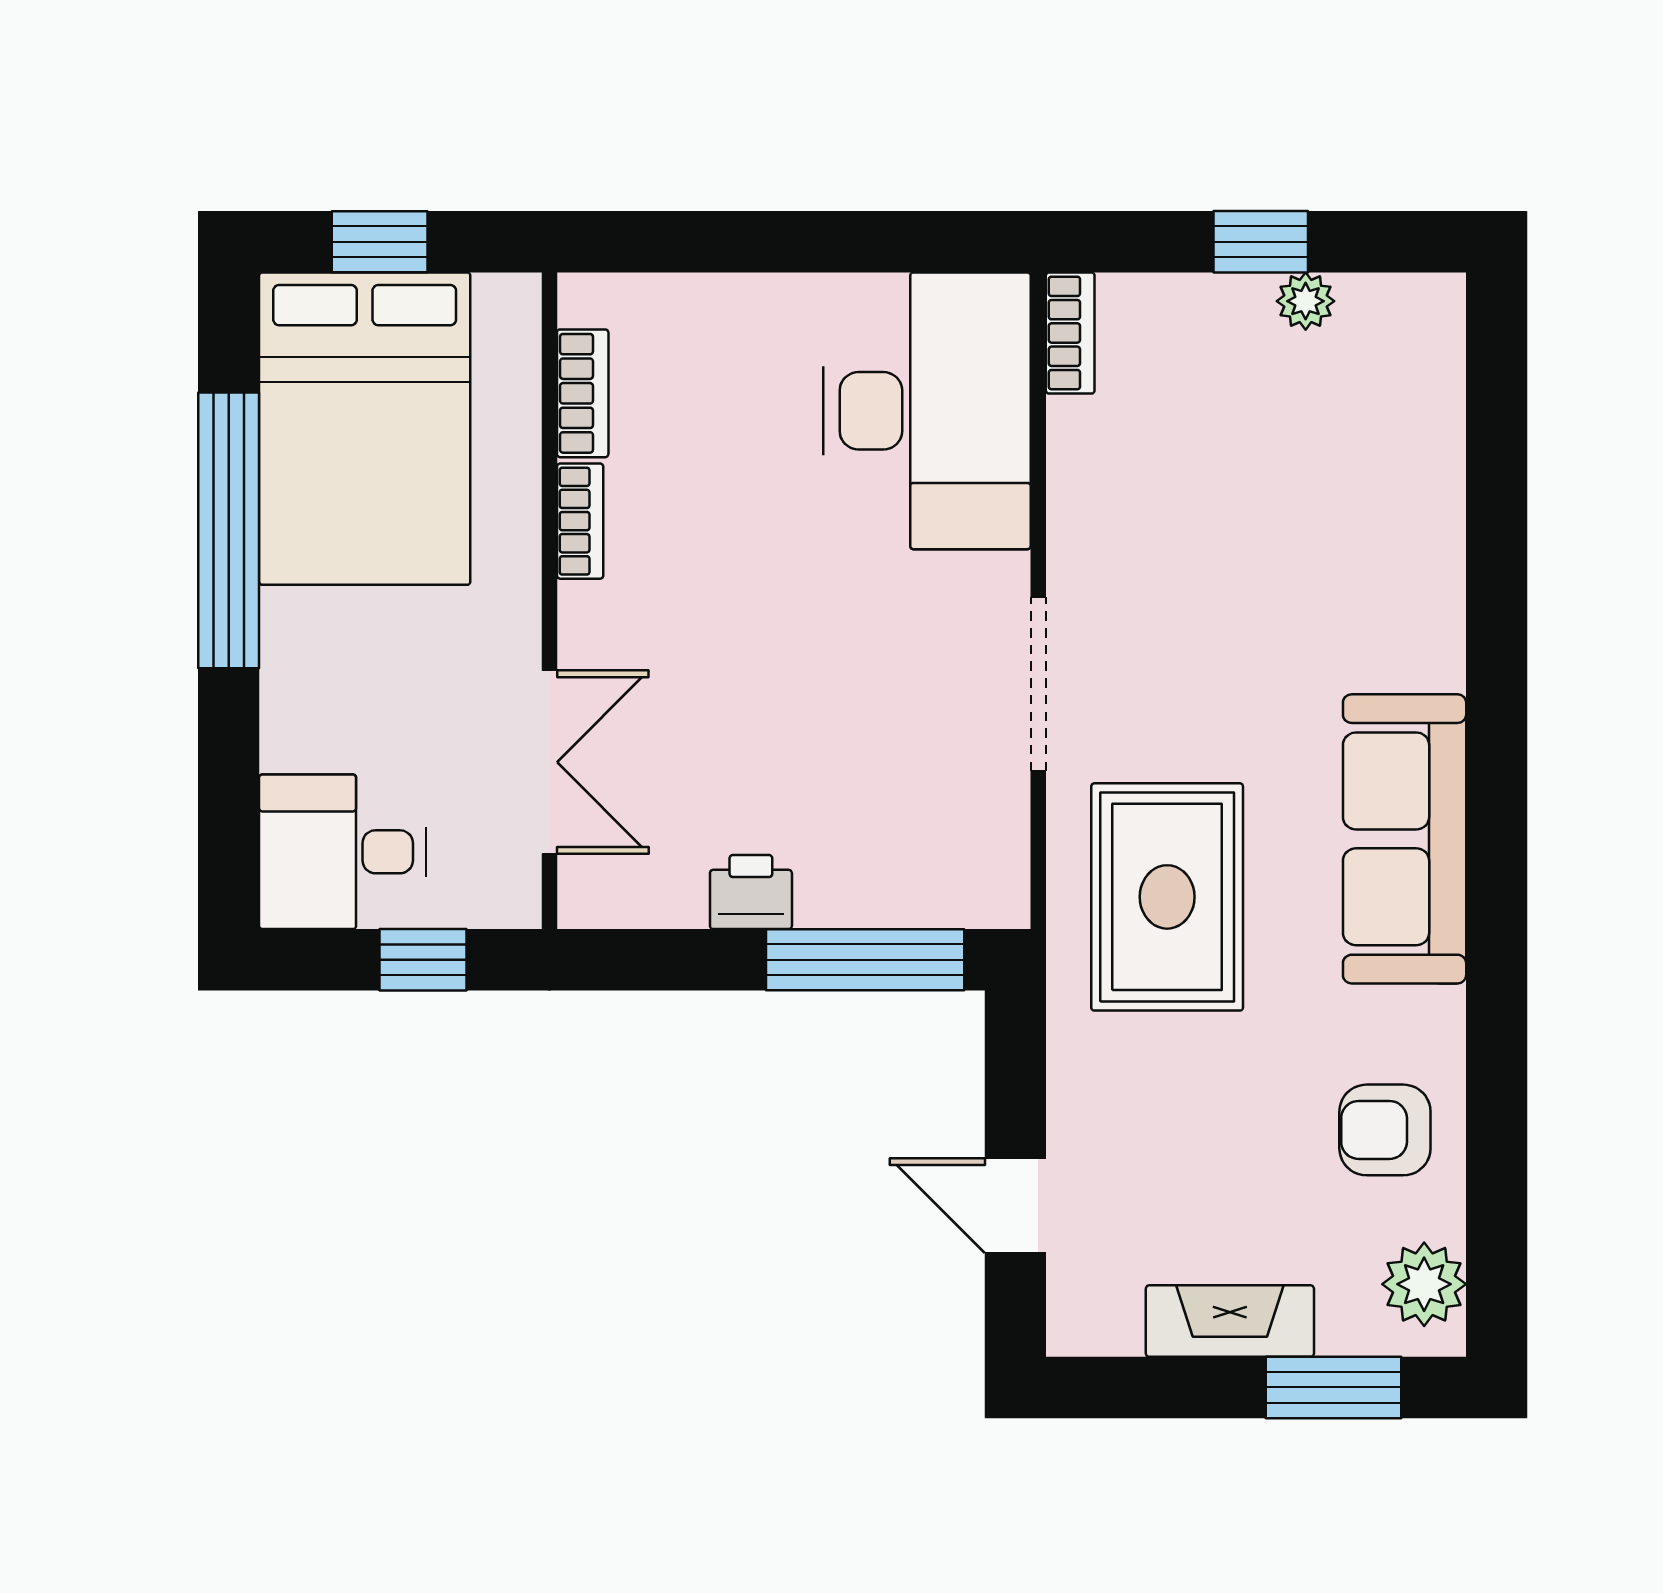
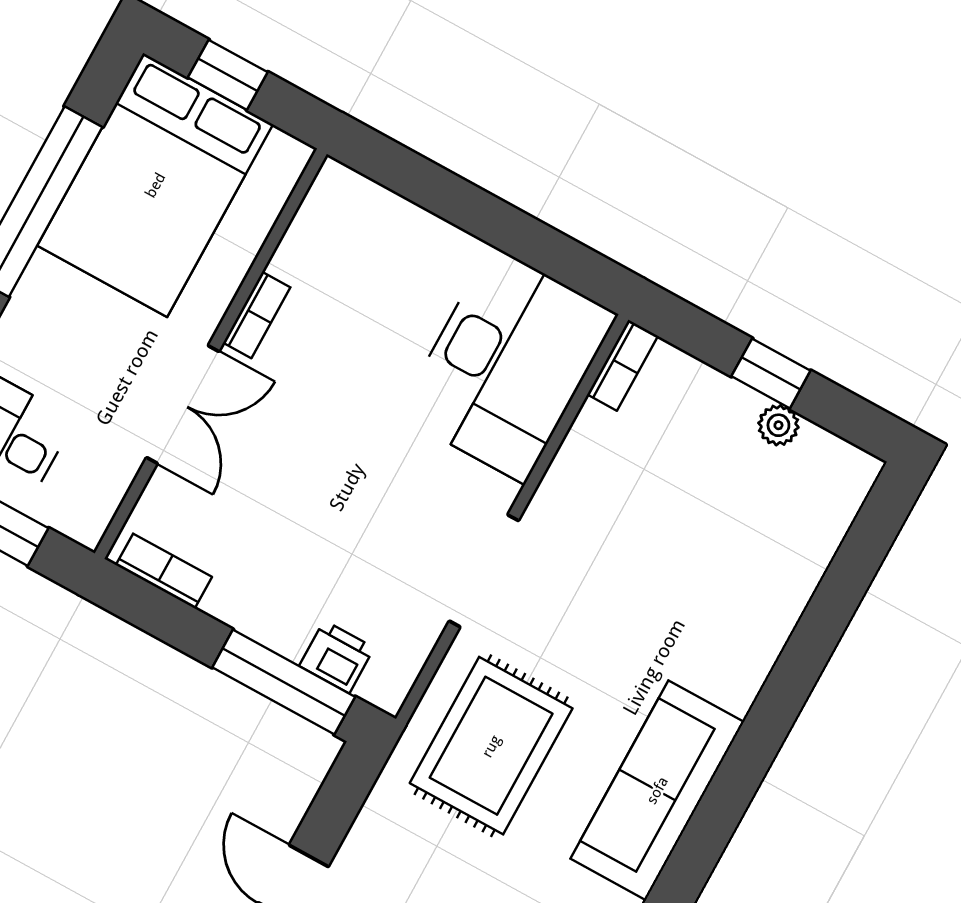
bookcase: (583, 393) -> (164, 571), moved, turned -90
double door: (549, 762) -> (183, 405), moved
printer: (751, 892) -> (337, 657), moved

